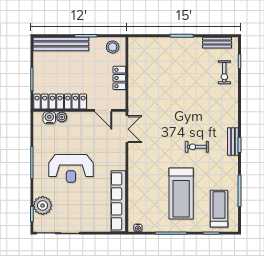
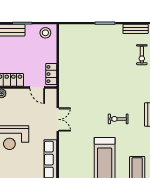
locker: (119, 78) -> (51, 74), moved
double door: (127, 129) -> (58, 119), moved

